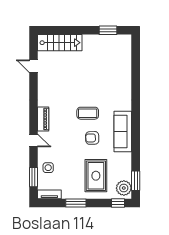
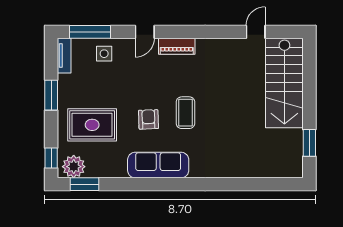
stairs: (60, 43) -> (284, 83), width x1.36, depth x1.51
window: (34, 177) -> (90, 32), width x1.44

